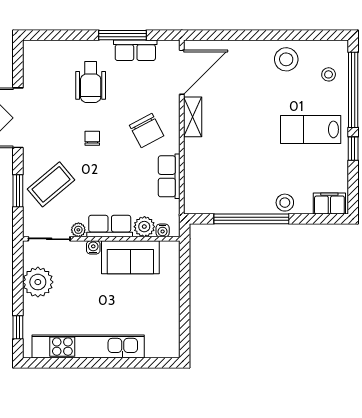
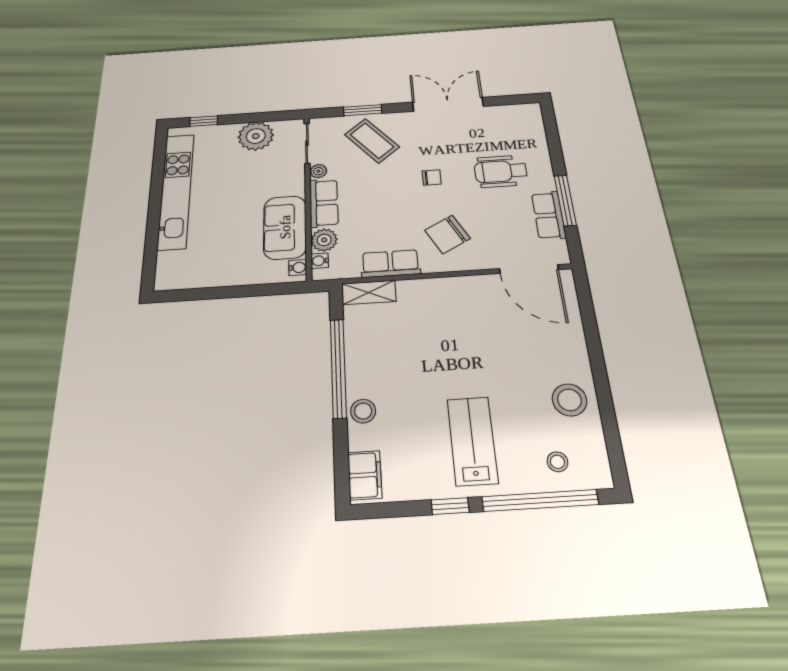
shelving: (193, 117) -> (369, 292), moved
water cooler: (93, 247) -> (298, 267), moved

